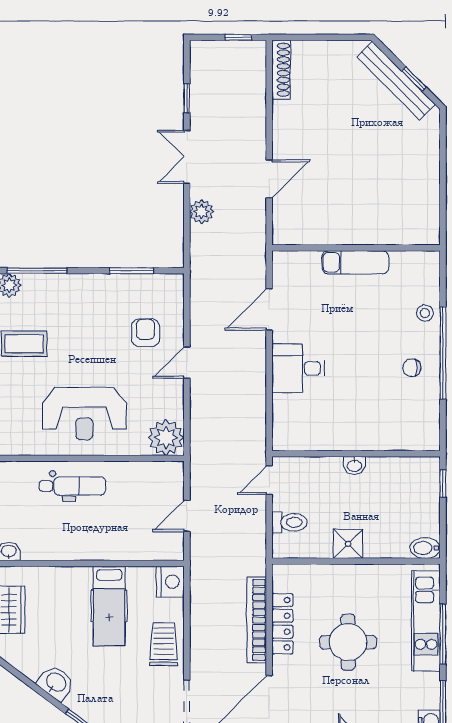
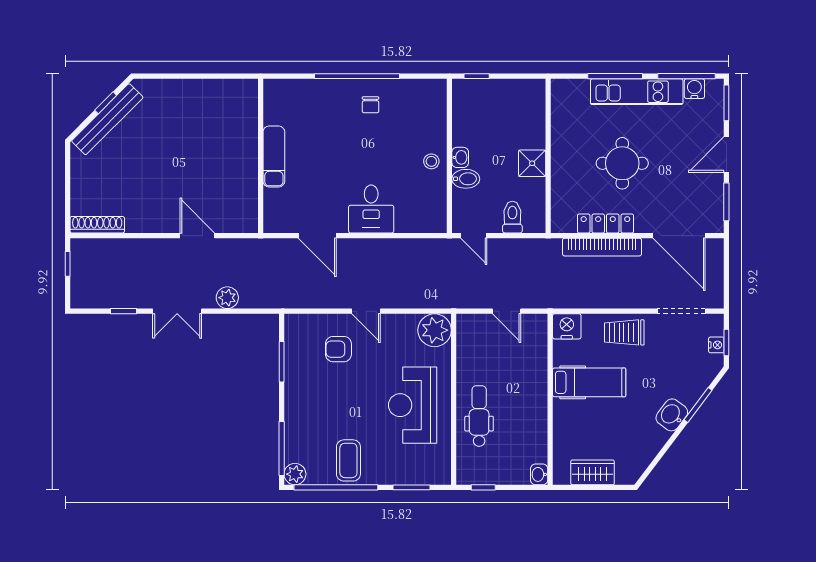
stool: (425, 313) -> (431, 161), moved
reception desk: (84, 414) -> (413, 405), turned 180
bidet: (425, 548) -> (466, 179), moved, turned -90
kitchen unit: (426, 621) -> (637, 92), moved
washbasin: (56, 683) -> (672, 415), moved

